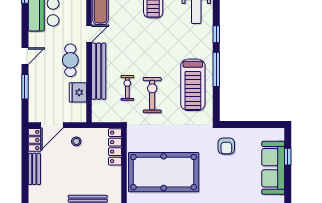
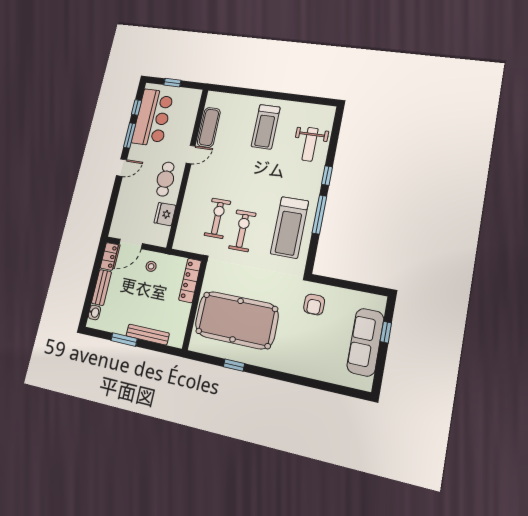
bench: (99, 71) -> (192, 195), removed
window: (25, 87) -> (130, 135), moved
exercise bike: (127, 88) -> (217, 218), width x1.38, depth x1.39
washbasin: (33, 192) -> (94, 312), added

